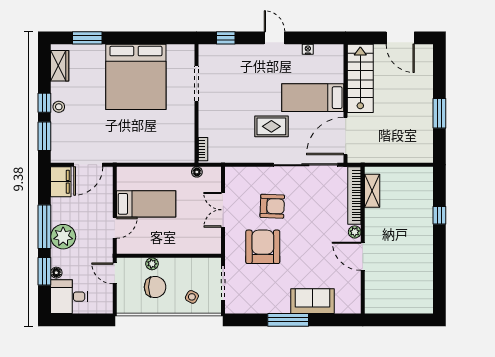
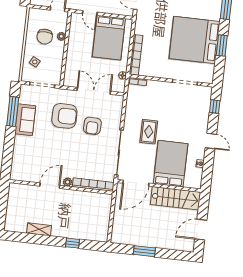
window: (139, 38) -> (222, 46), added
door: (275, 38) -> (211, 141), hinge flipped
bed: (313, 98) -> (171, 164), width x1.50
door: (346, 136) -> (136, 183), swing flipped
bookcase: (166, 156) -> (136, 55), added
shelving: (372, 191) -> (39, 229), moved
bed: (146, 204) -> (109, 38), width x1.50
double door: (223, 210) -> (94, 91), width x1.37
sofa: (313, 301) -> (25, 120), moved
window: (288, 320) -> (13, 111), moved

